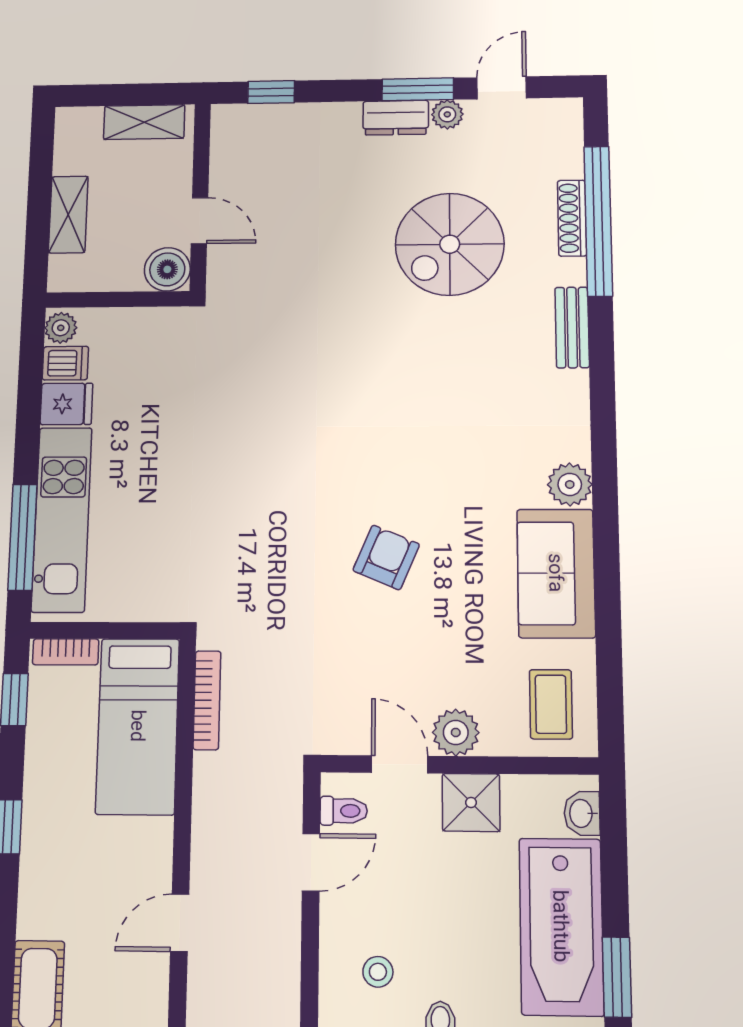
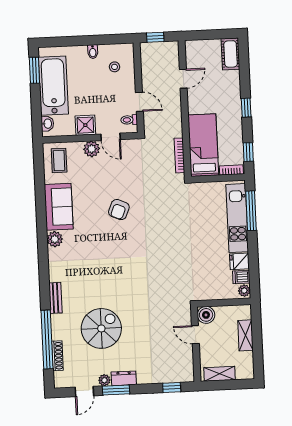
shoe rack: (572, 218) -> (57, 356), moved
door: (311, 862) -> (139, 102), swing flipped

